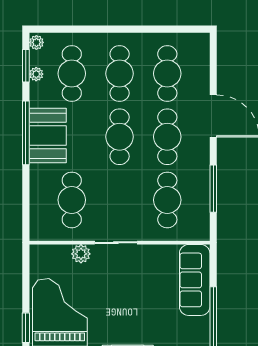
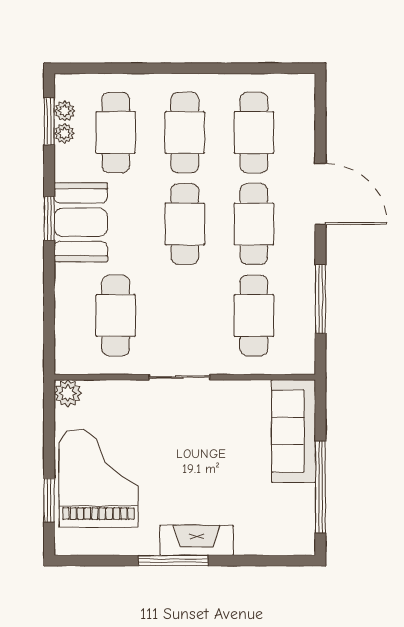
plant: (36, 42) -> (65, 111), moved
window: (26, 133) -> (49, 218), width x0.47
plant: (81, 254) -> (68, 393), moved

